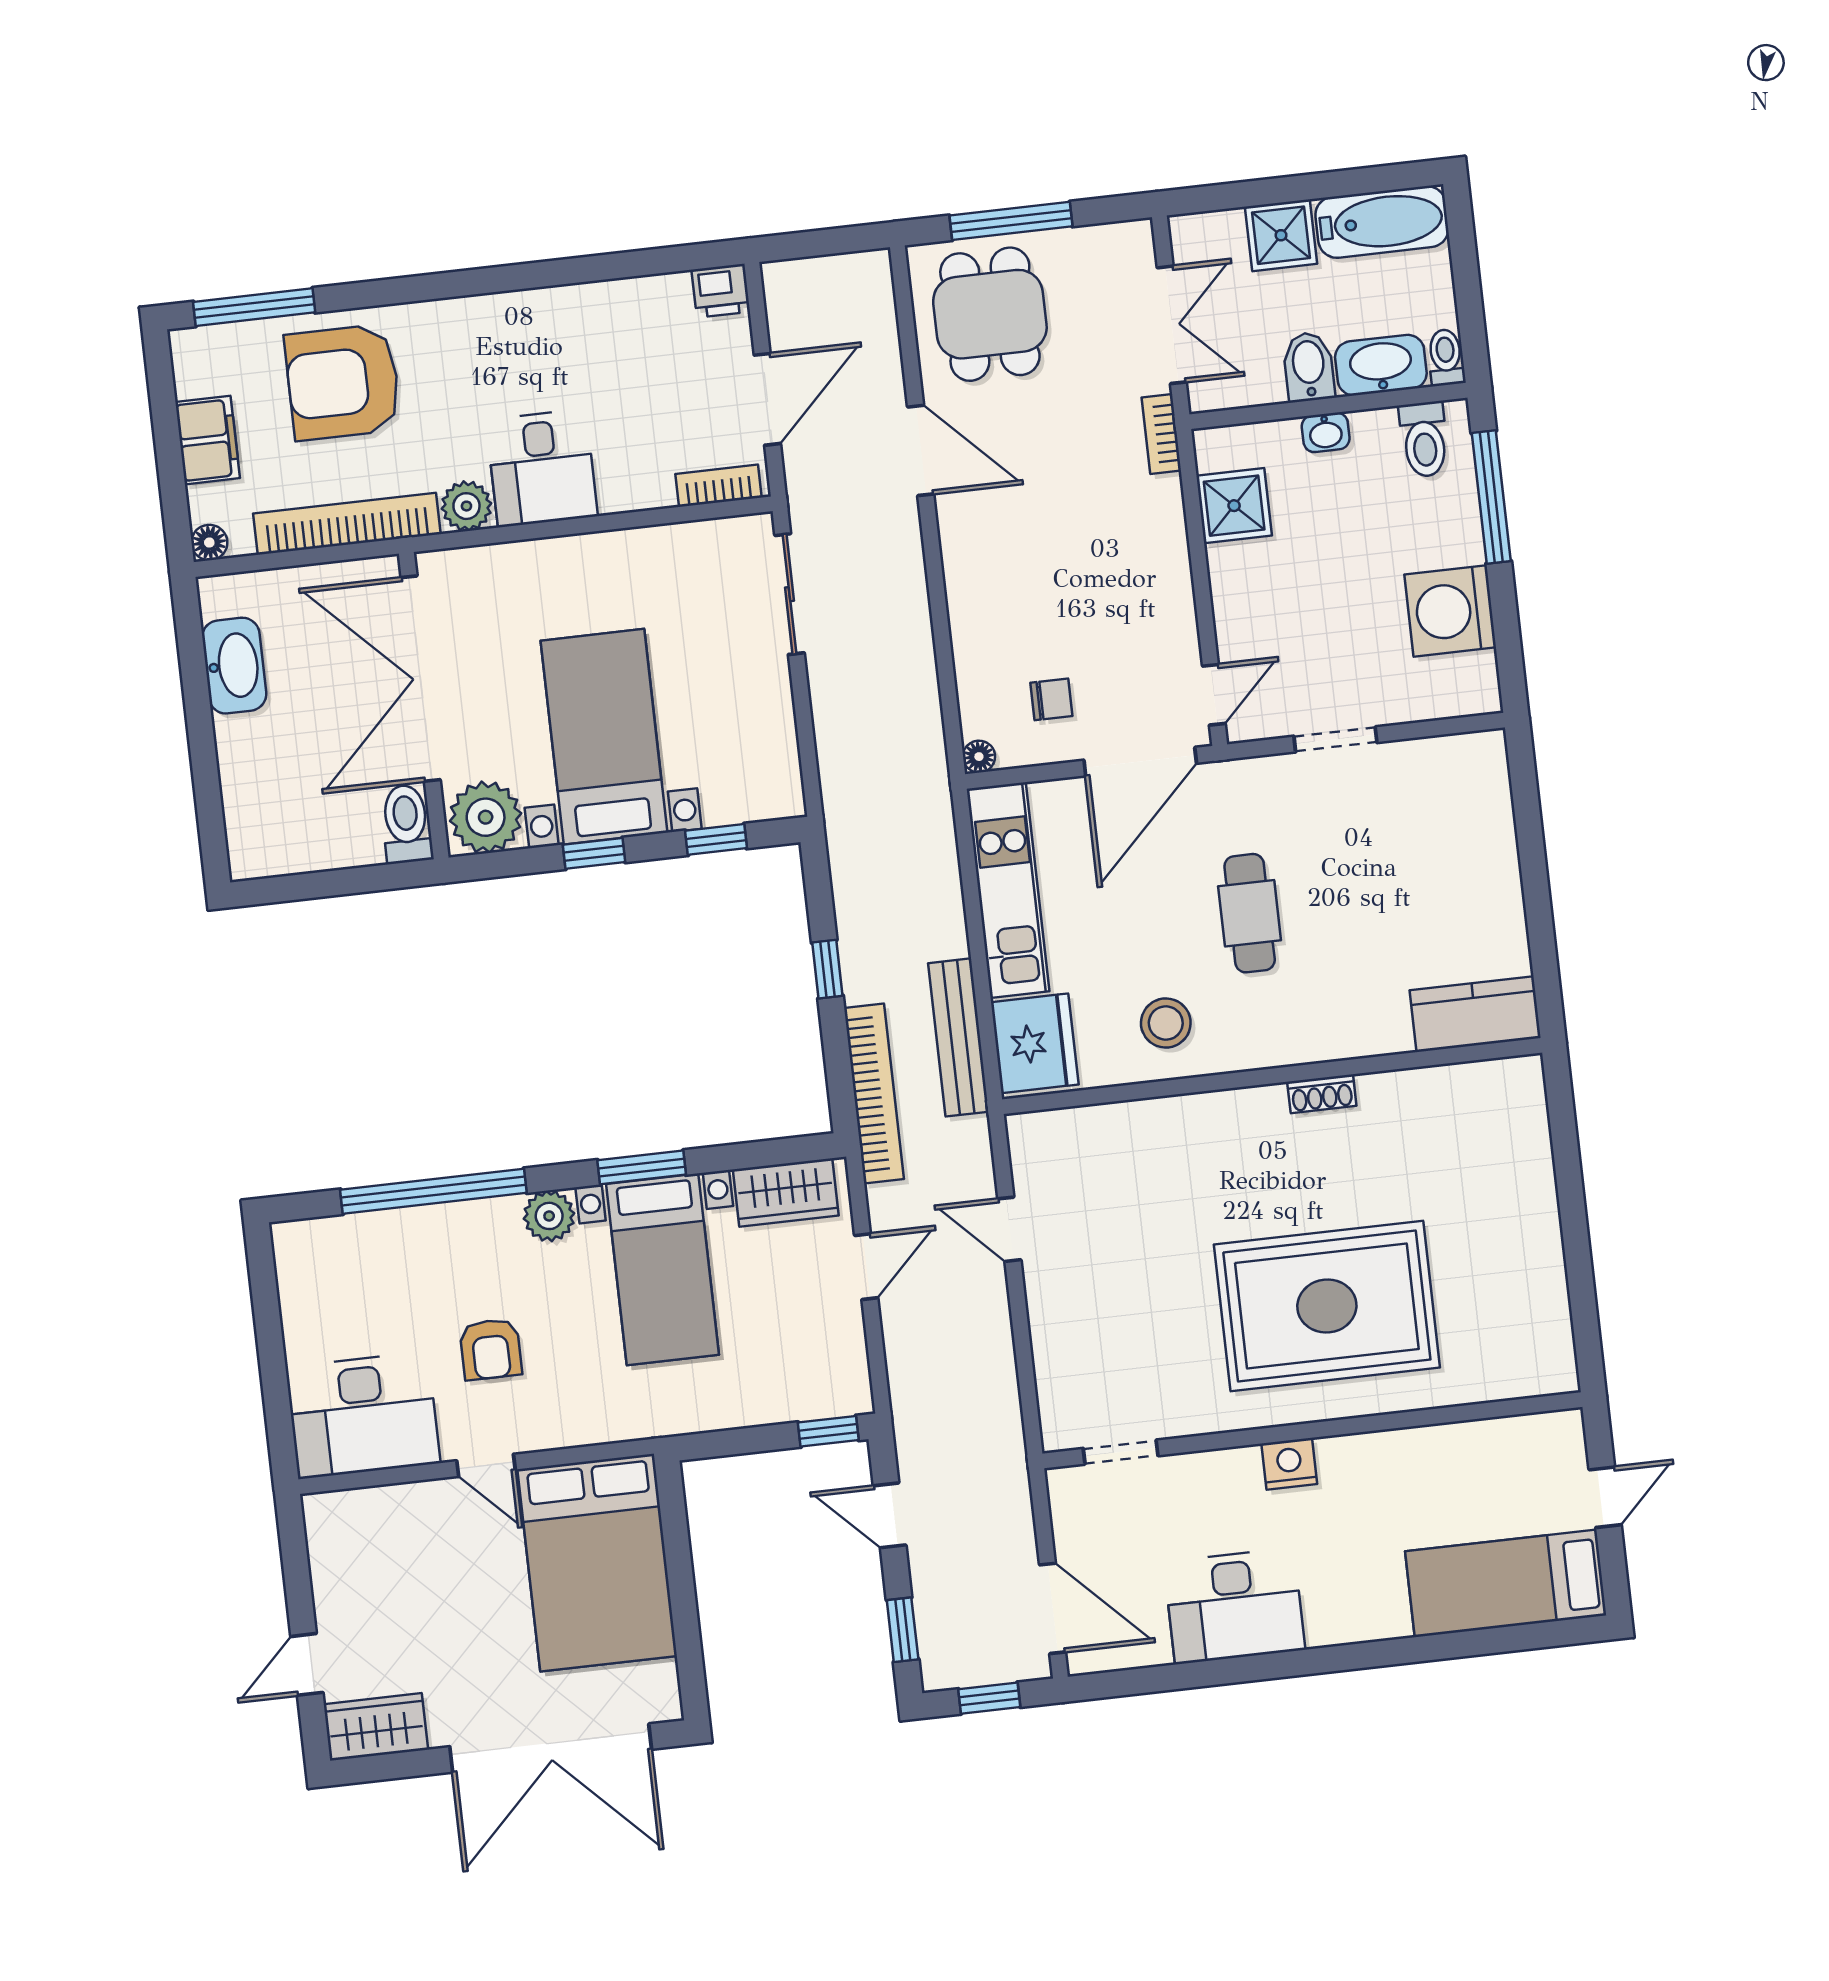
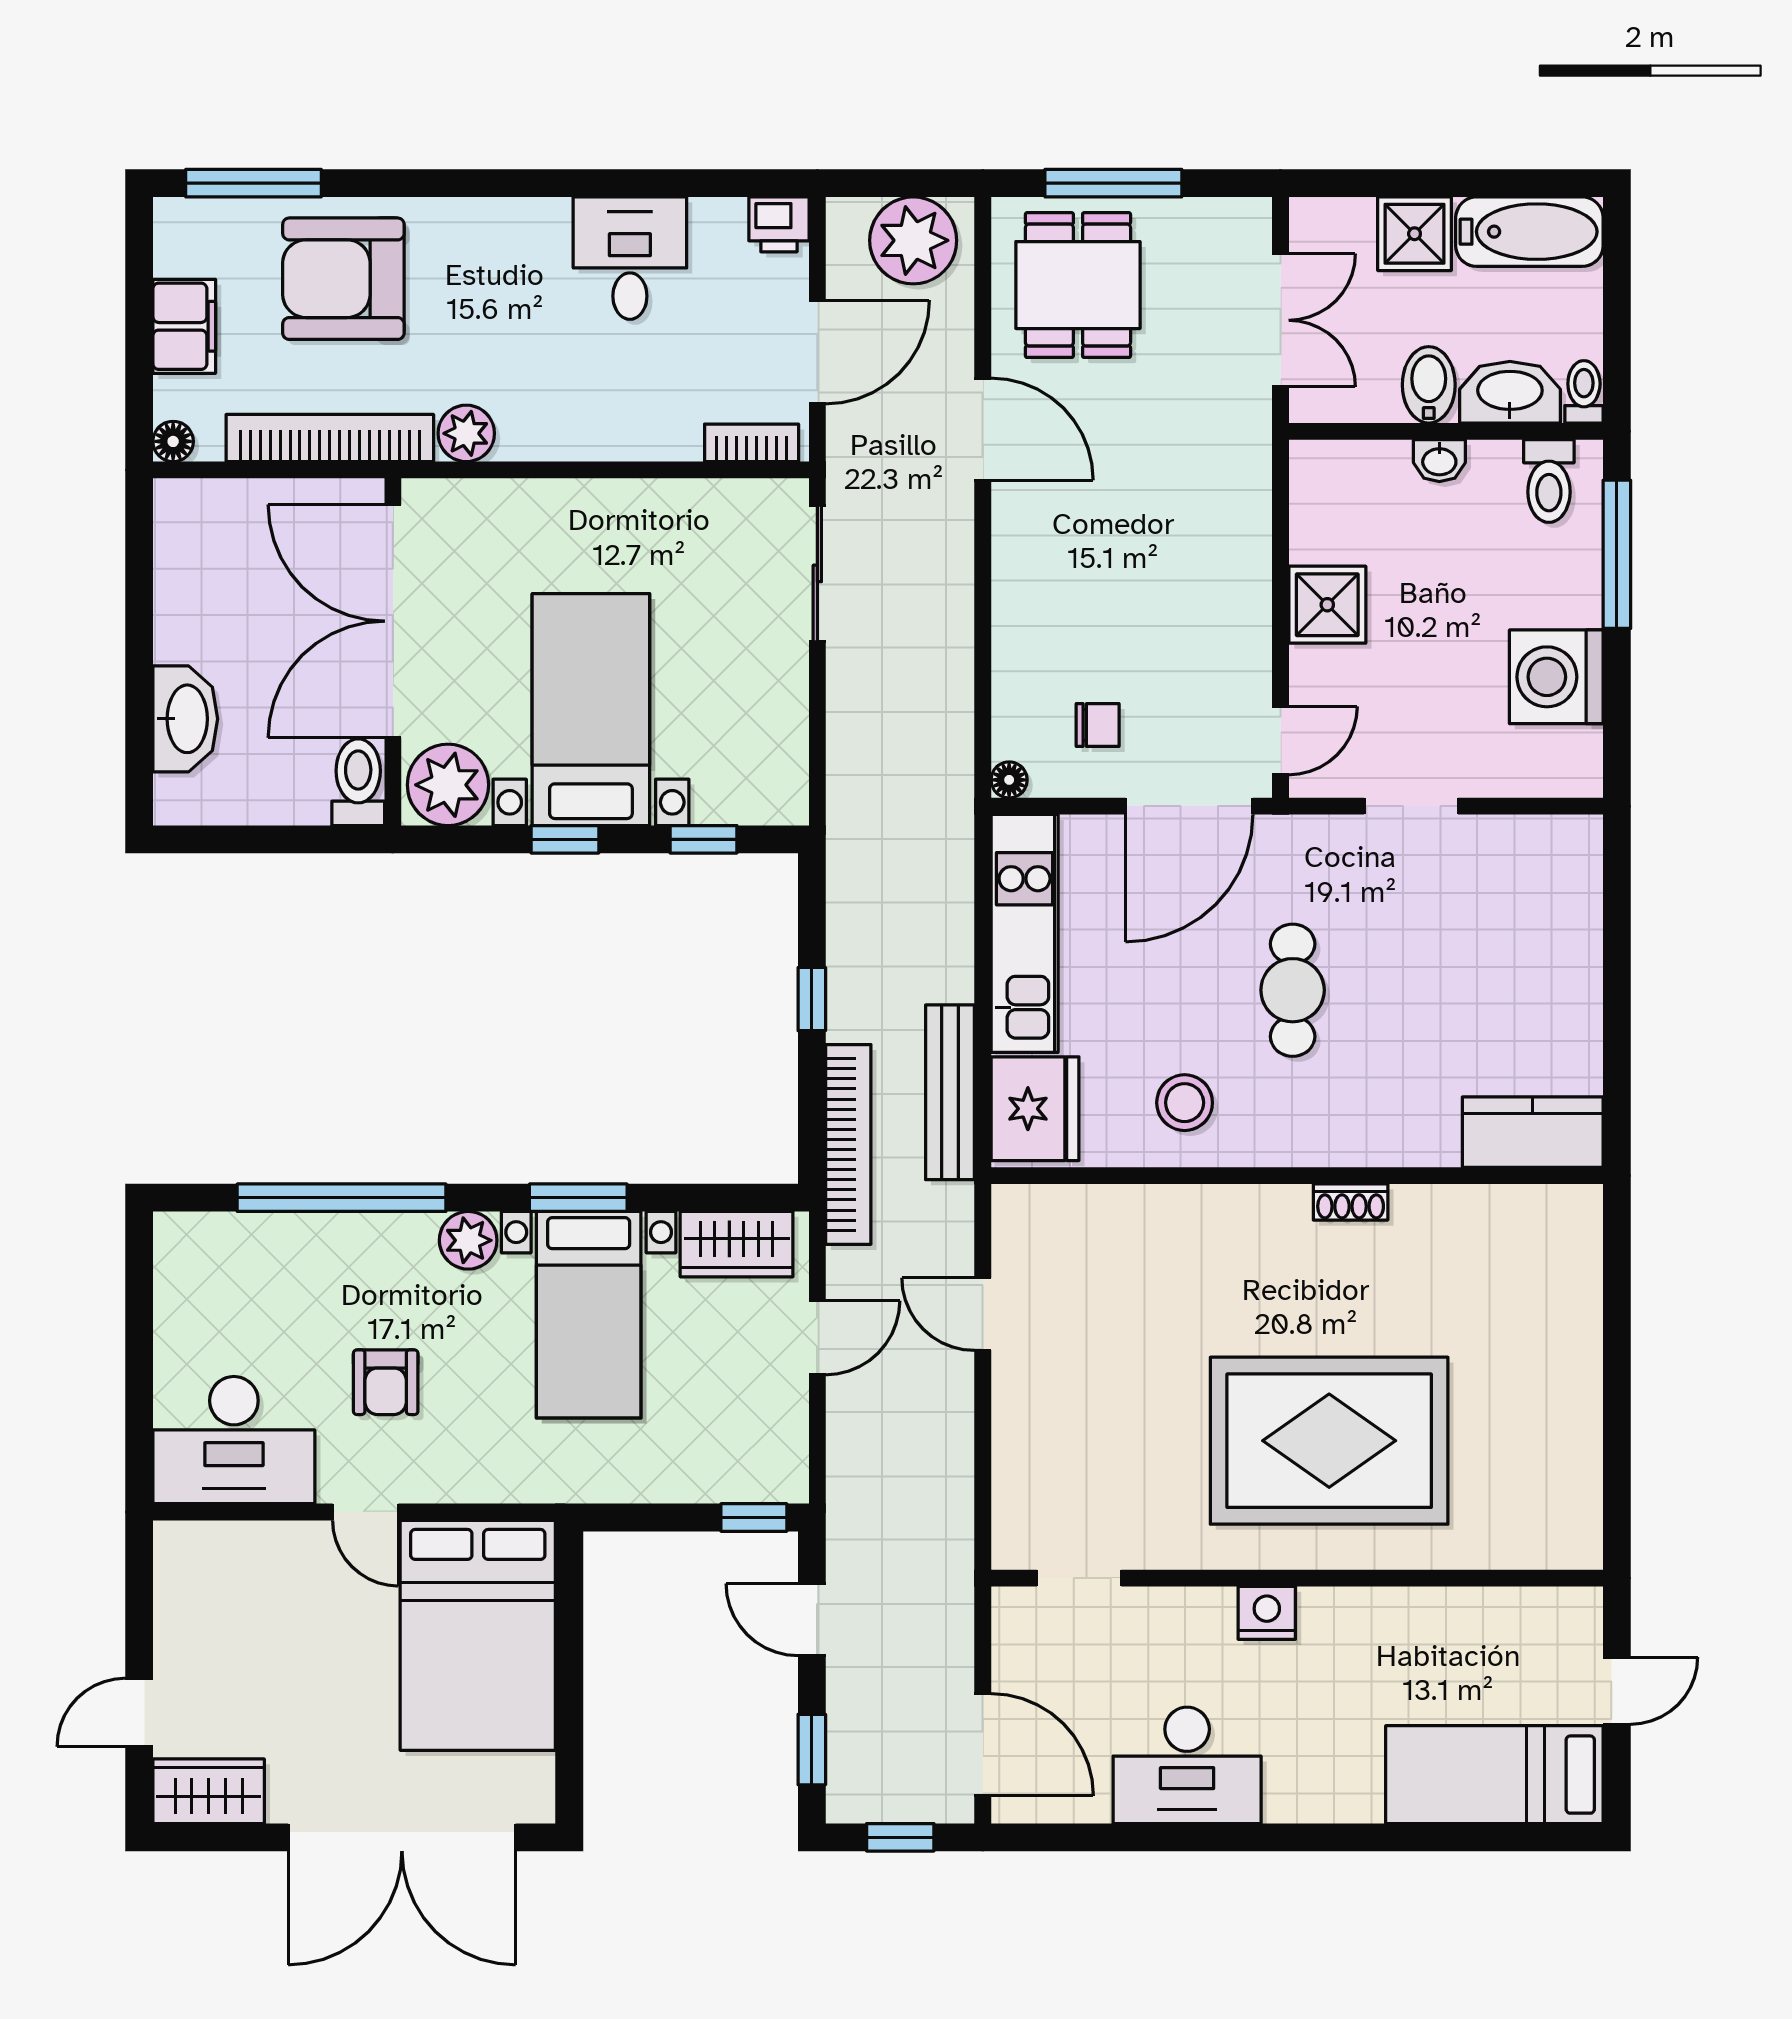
plant: (841, 291) -> (913, 240), added
bookcase: (1161, 434) -> (1255, 441), removed
desk: (542, 468) -> (630, 258), moved, turned 180
shower: (1234, 506) -> (1327, 605), moved
washbasin: (234, 666) -> (185, 719), moved

